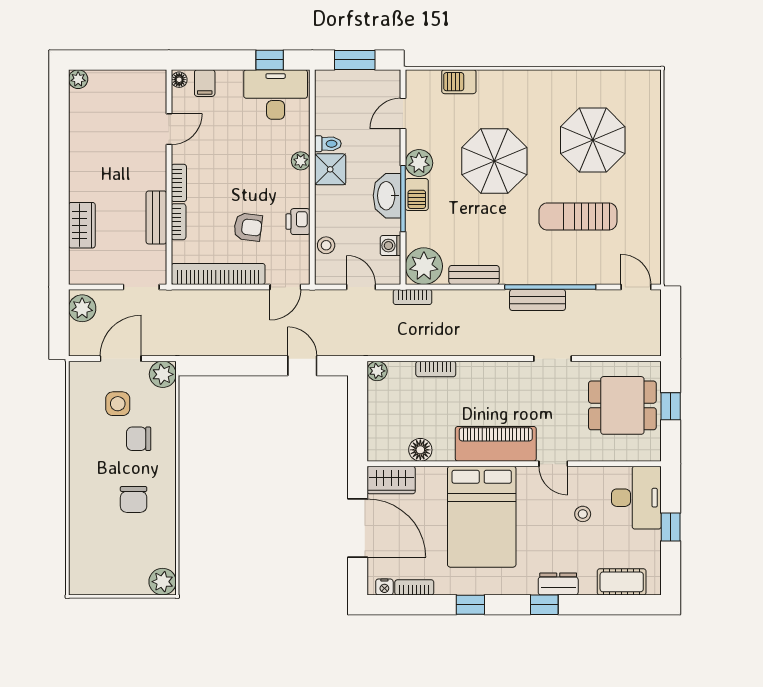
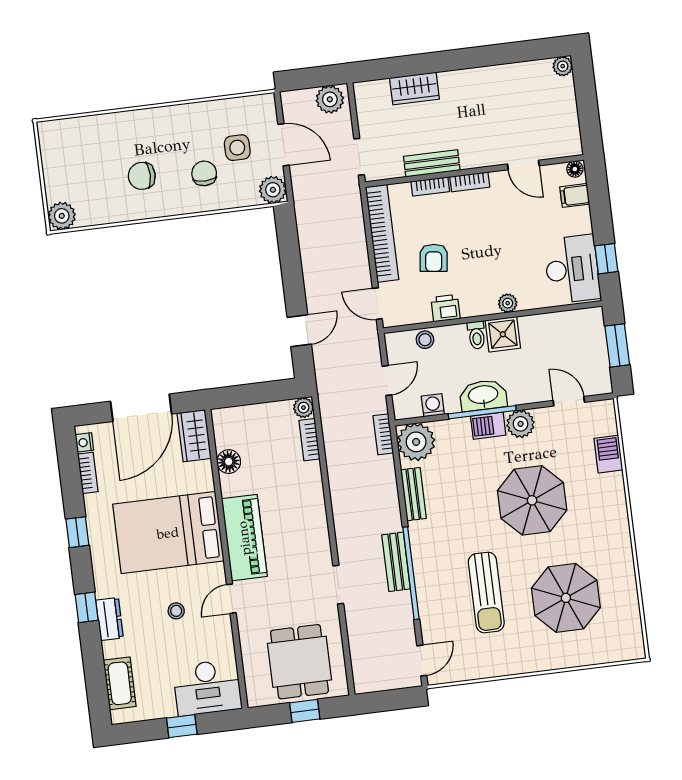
toilet: (328, 144) -> (477, 335), moved
sun lounger: (578, 216) -> (486, 592), turned 180
bookcase: (436, 369) -> (310, 440), moved
stool: (583, 514) -> (176, 611), moved

